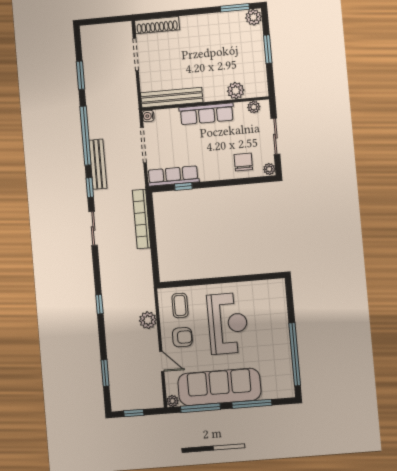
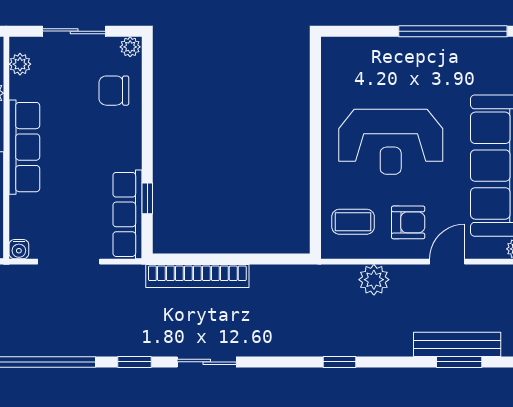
bench: (98, 164) -> (457, 344), moved
reception desk: (228, 323) -> (391, 142), turned 180
armchair: (182, 337) -> (408, 222), turned 90

